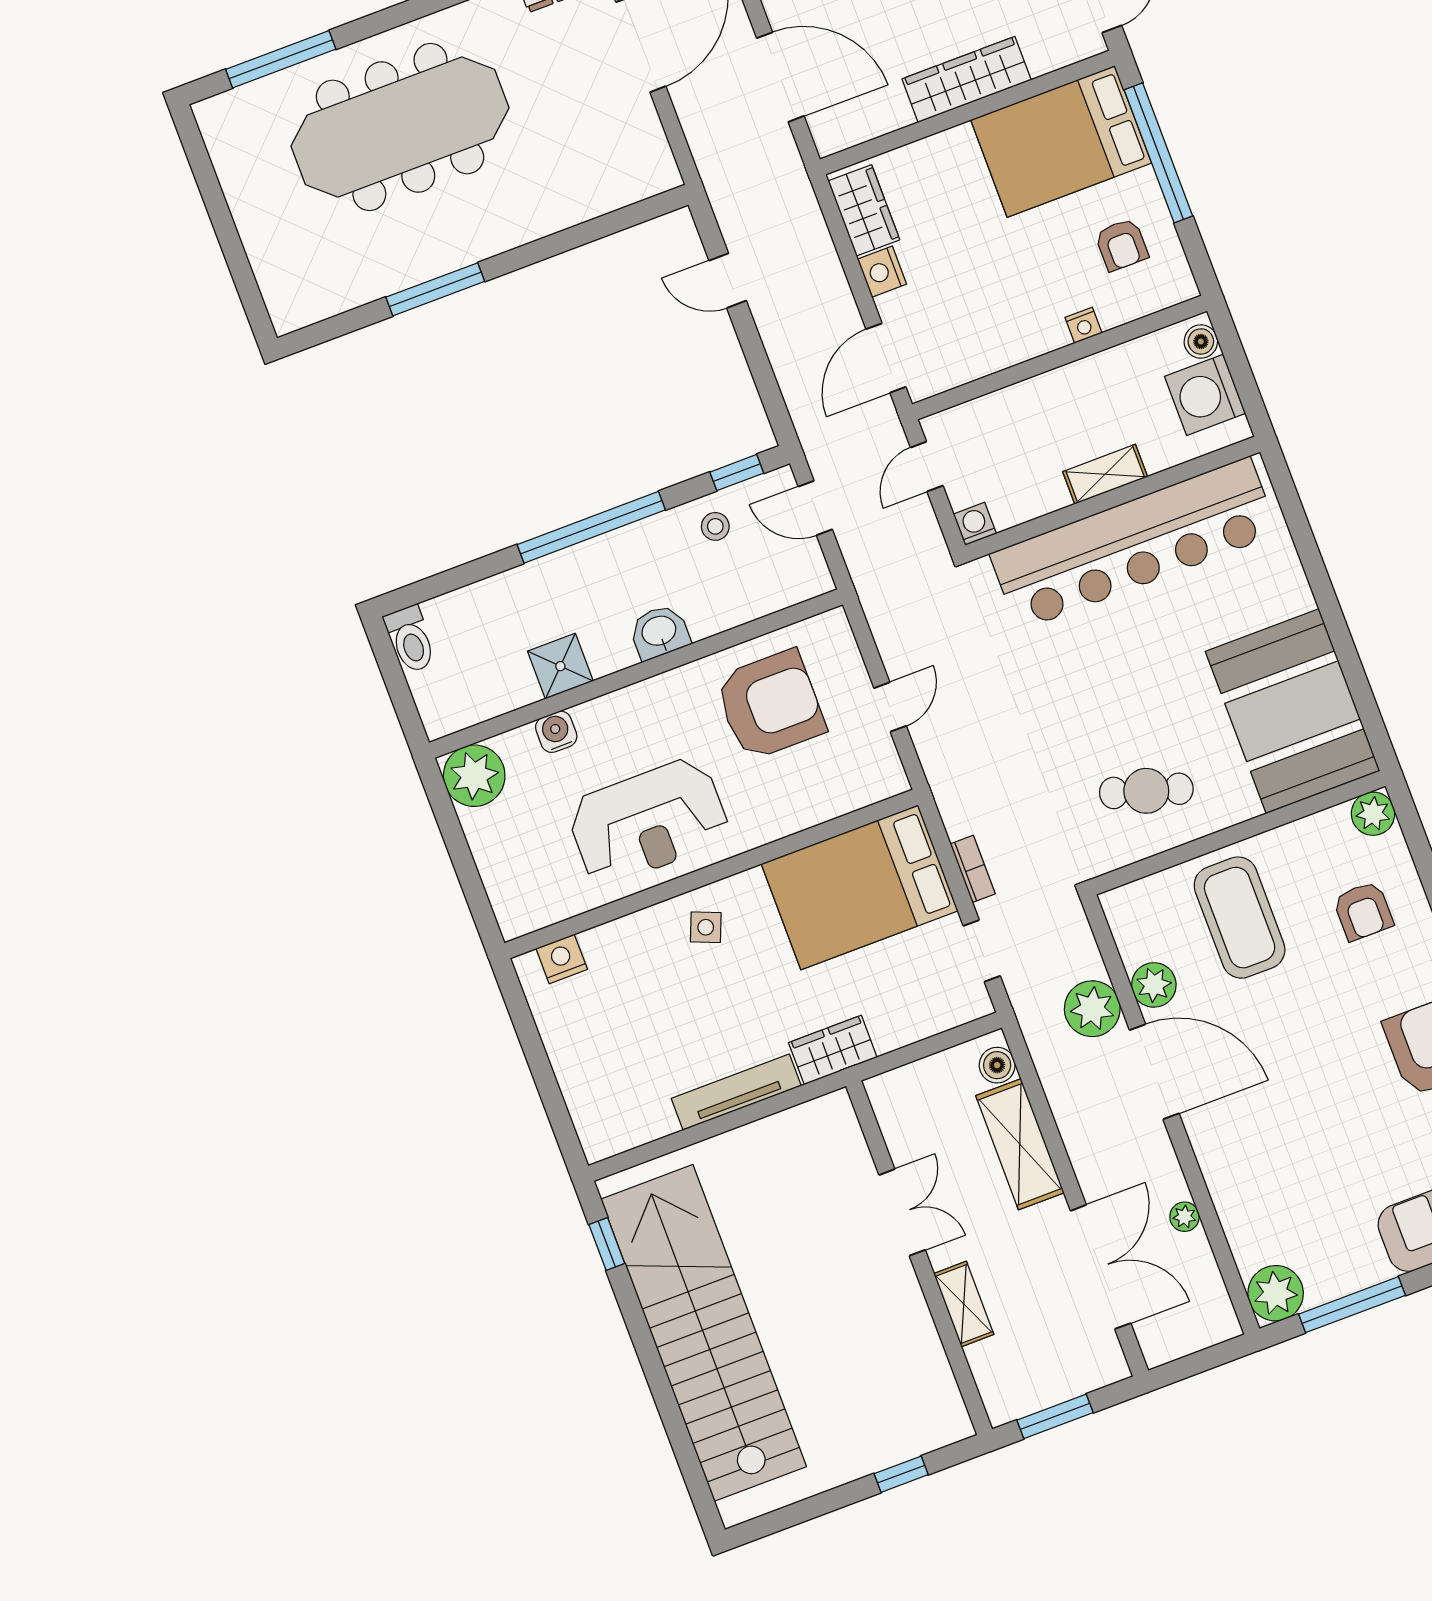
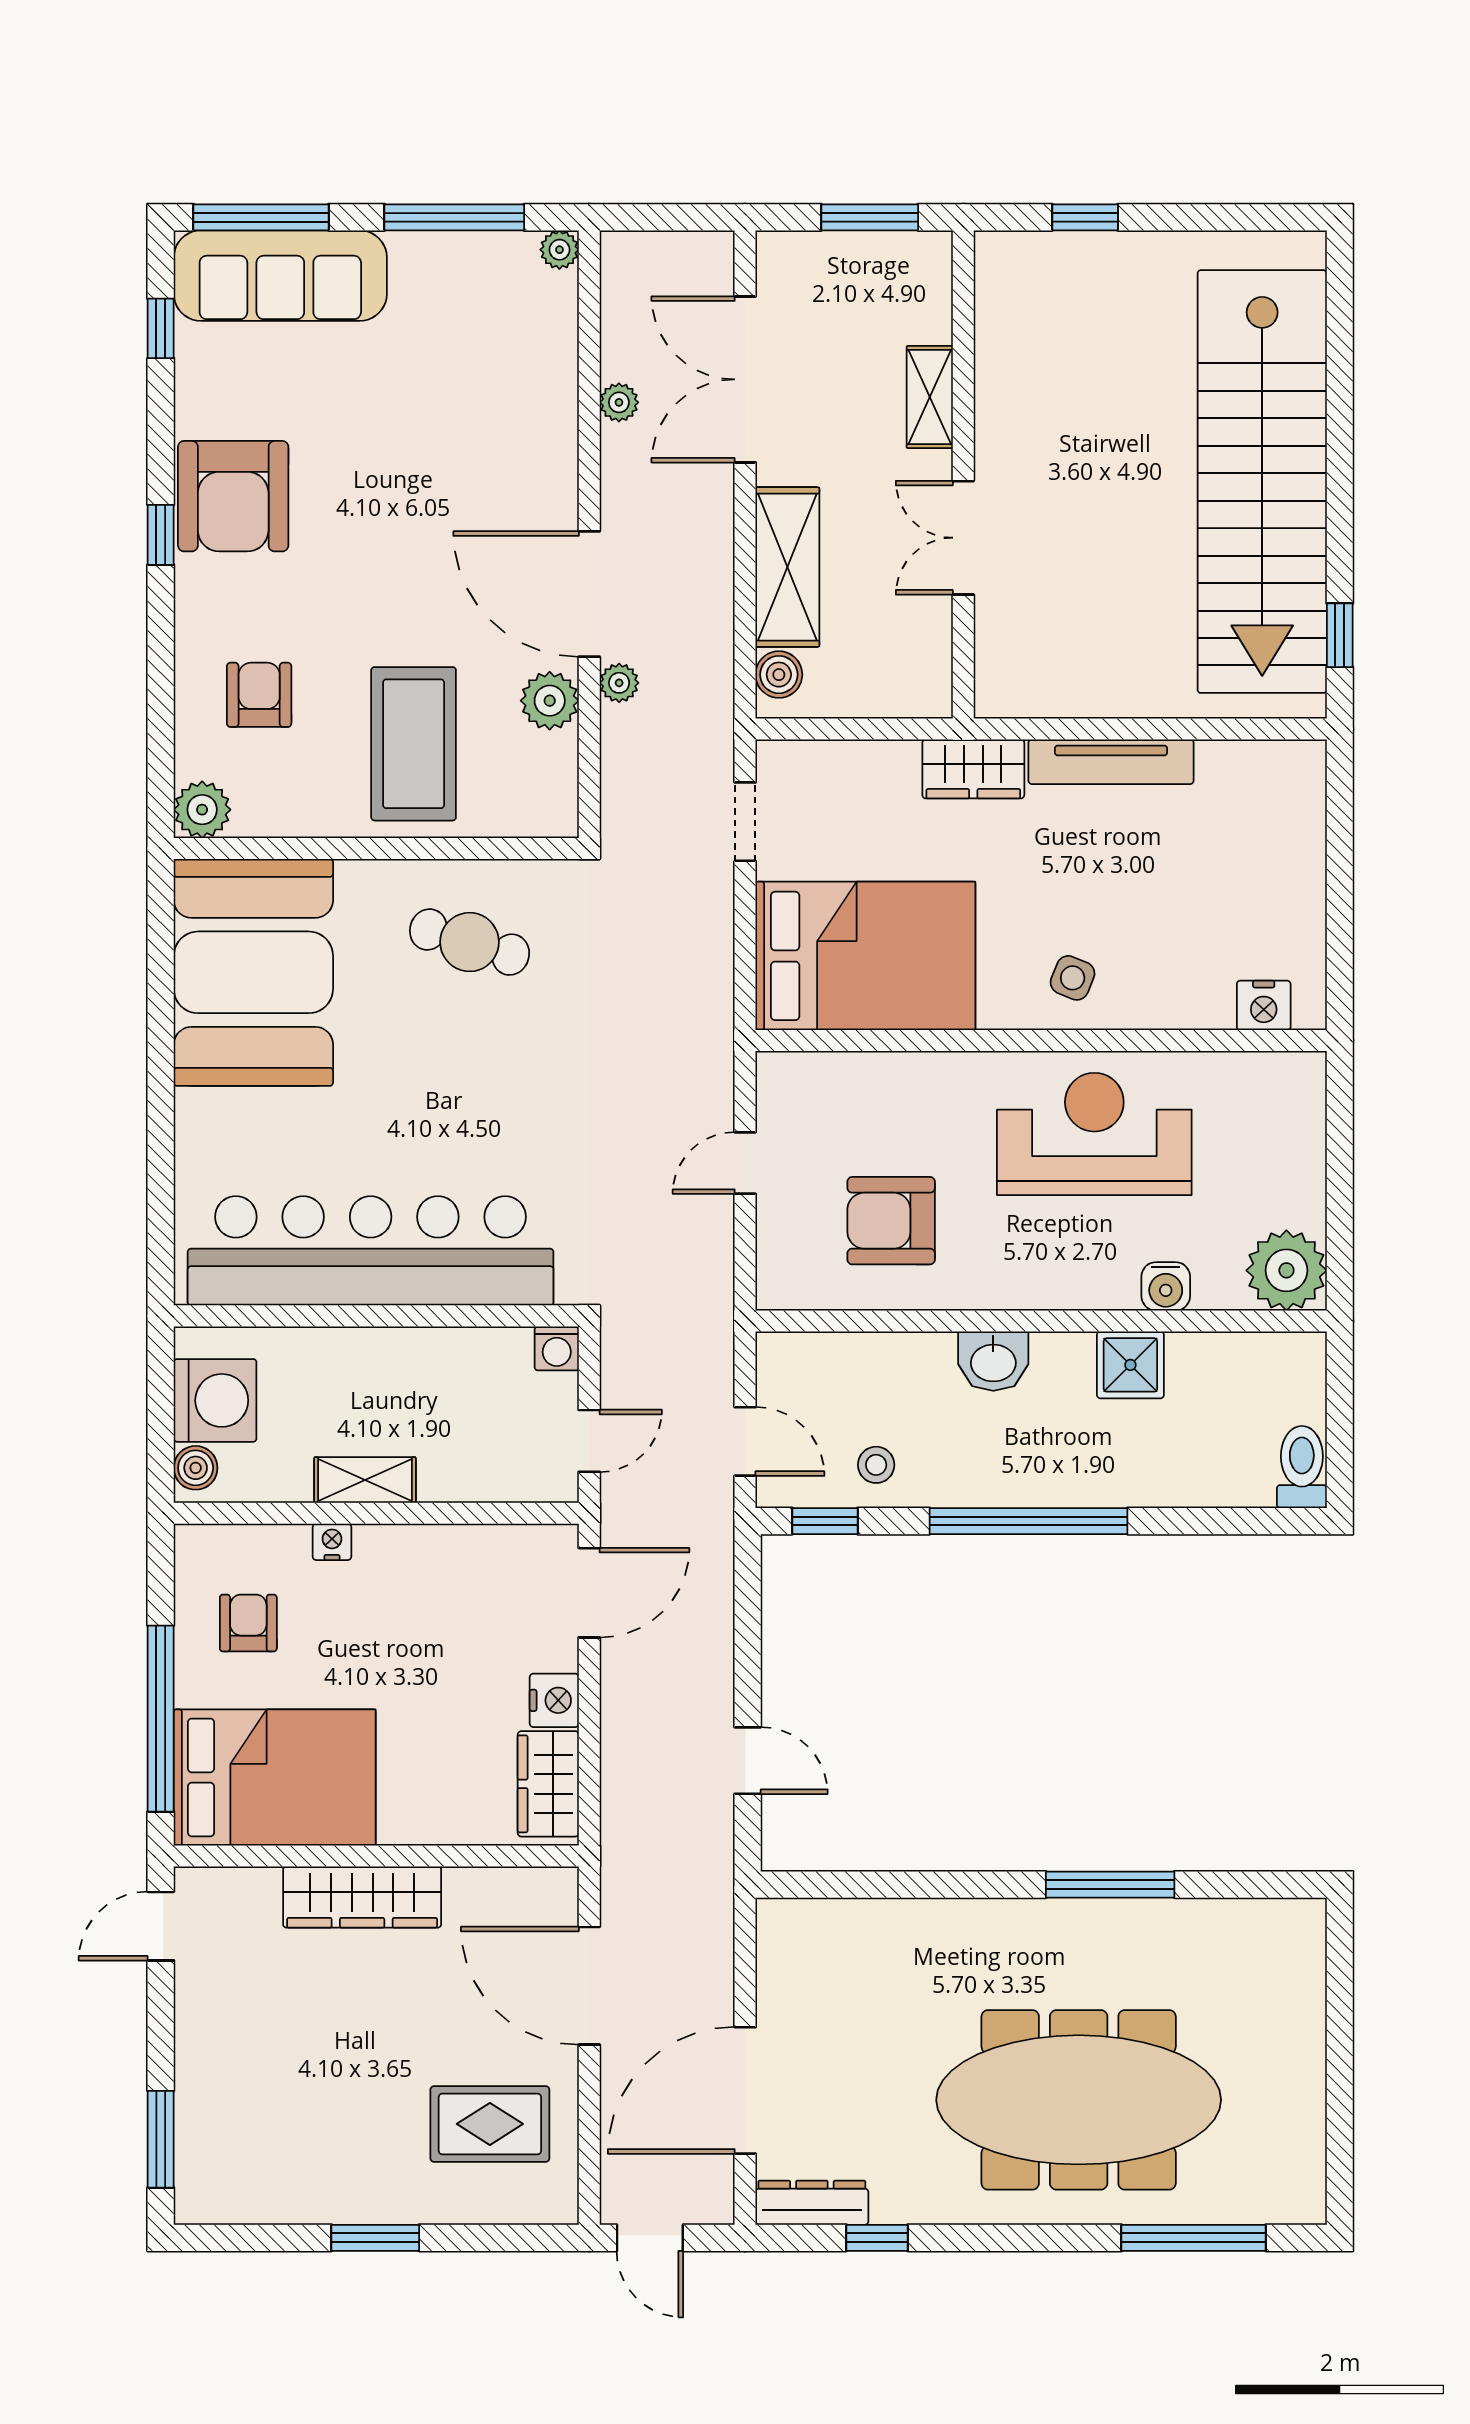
shelving: (1105, 474) -> (365, 1480), moved
armchair: (770, 705) -> (891, 1221), width x0.73, depth x0.73
bookcase: (973, 869) -> (718, 926), removed
plant: (1092, 1009) -> (619, 683), width x0.53, depth x0.53
plant: (1276, 1293) -> (559, 250), width x0.53, depth x0.53

